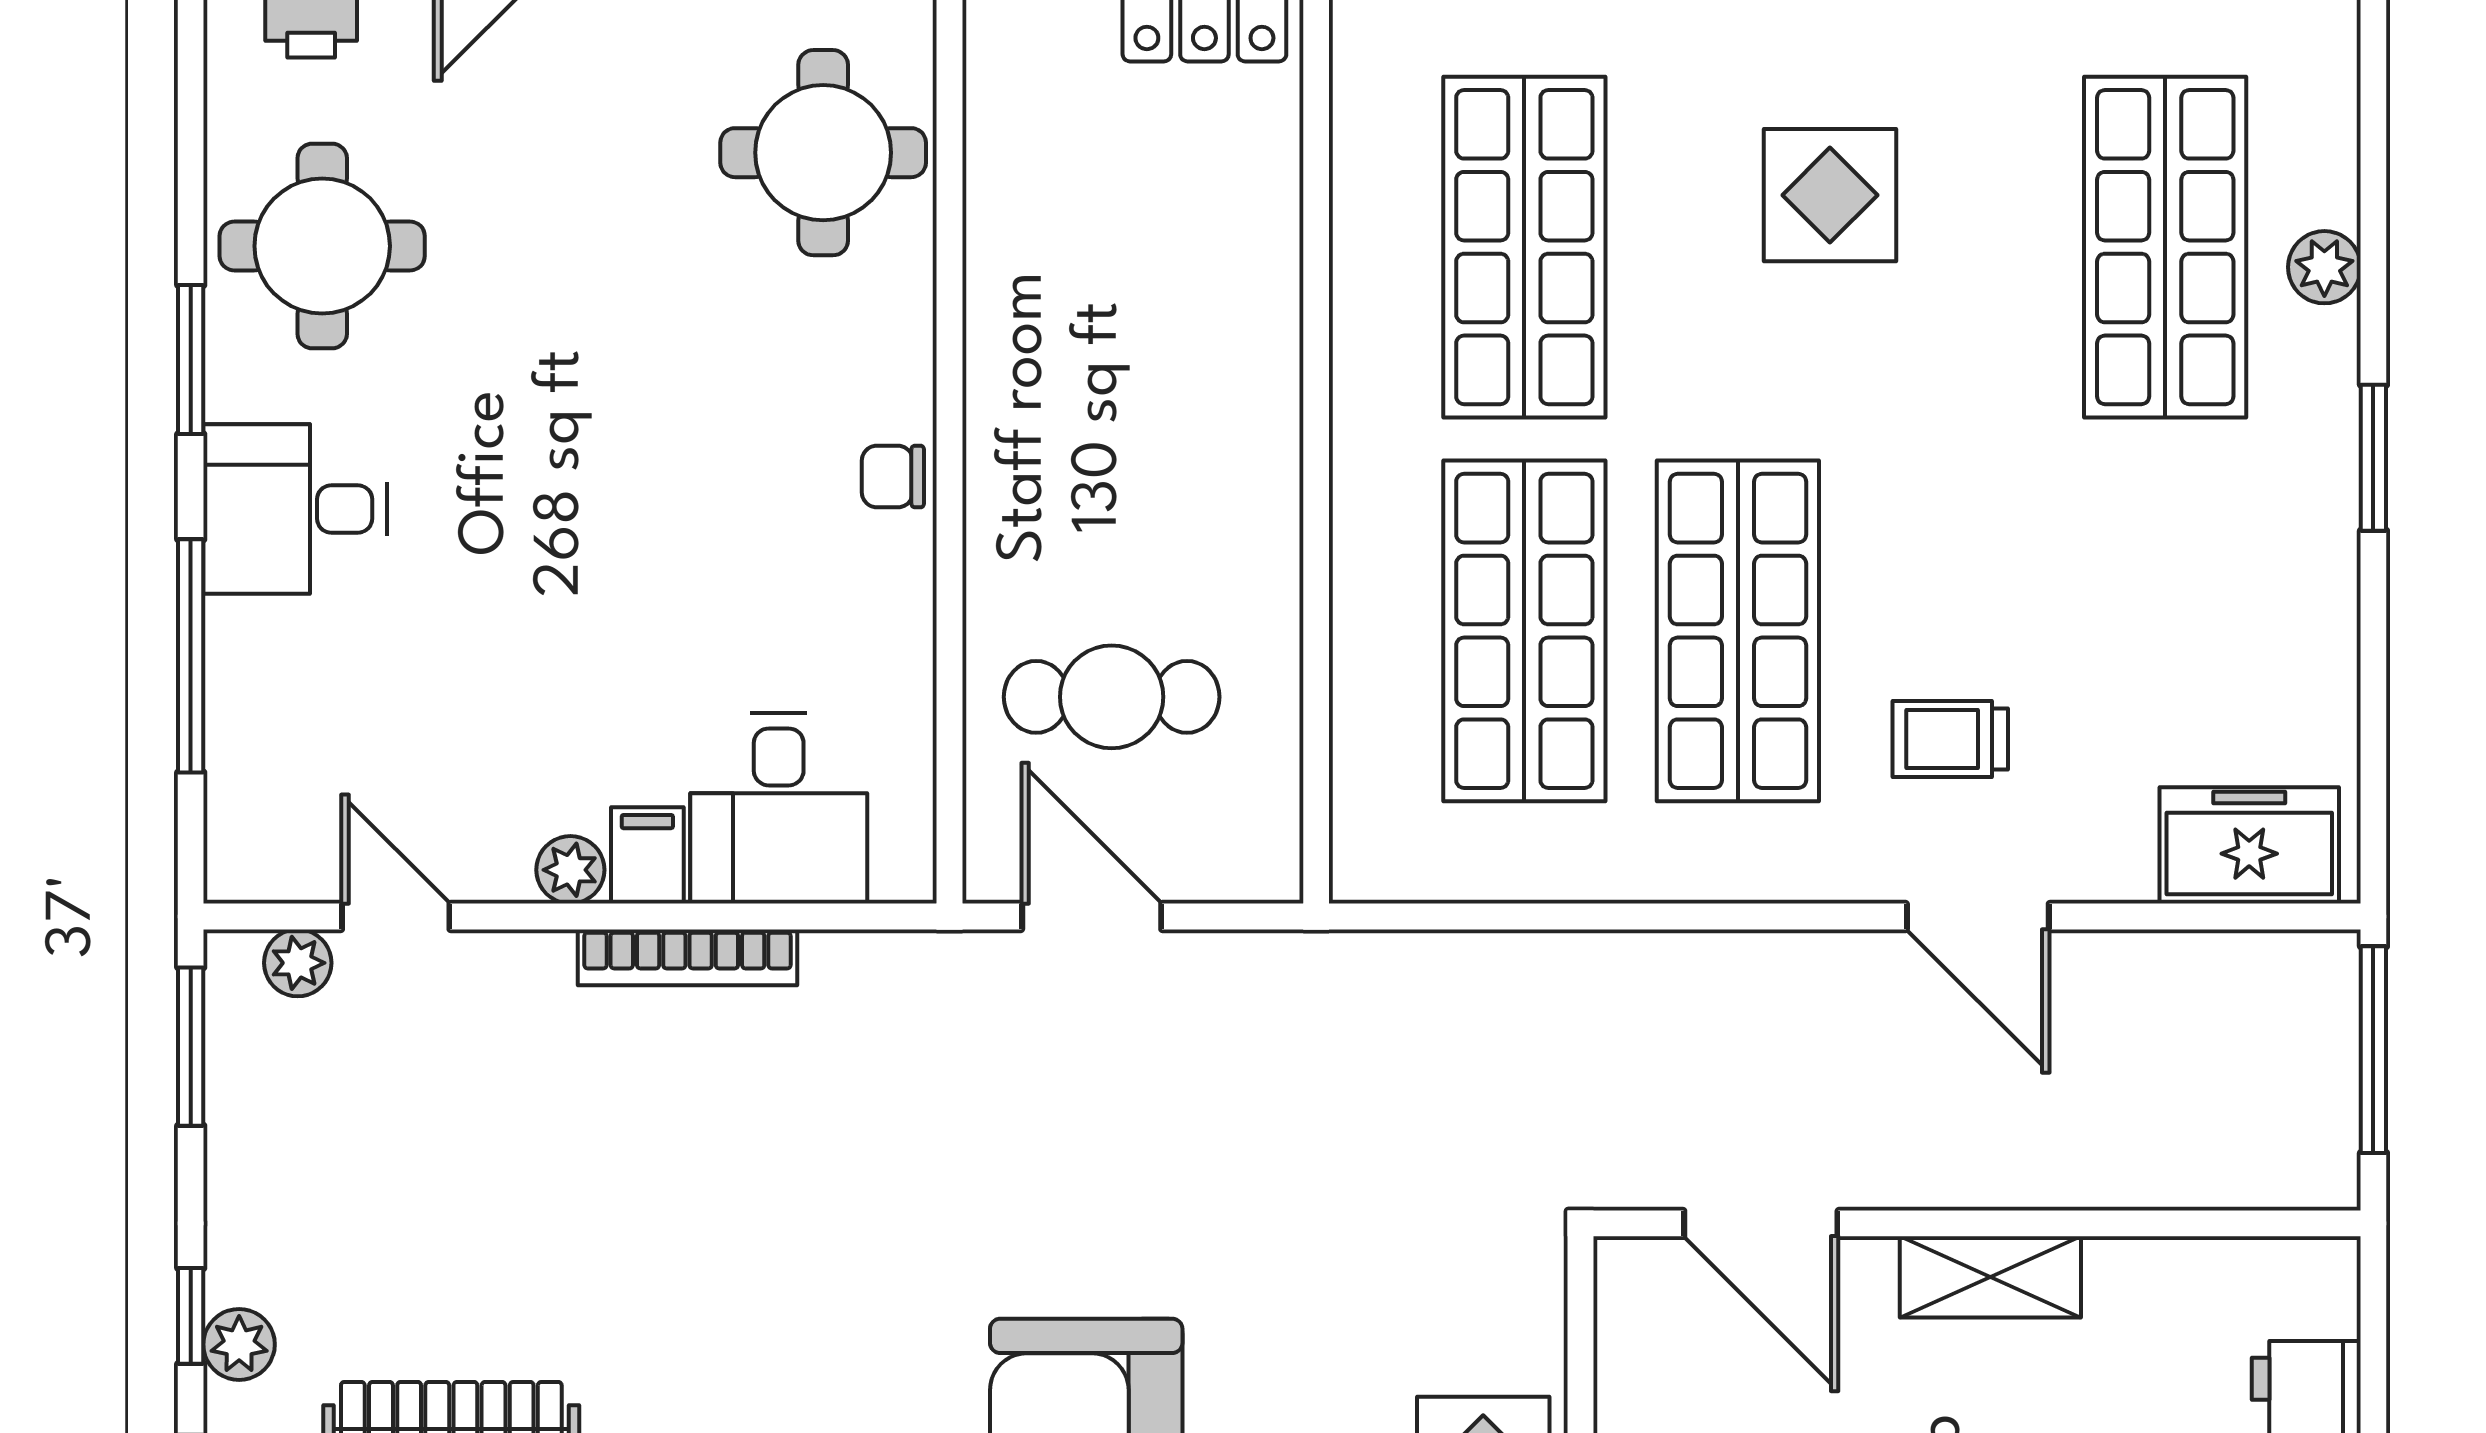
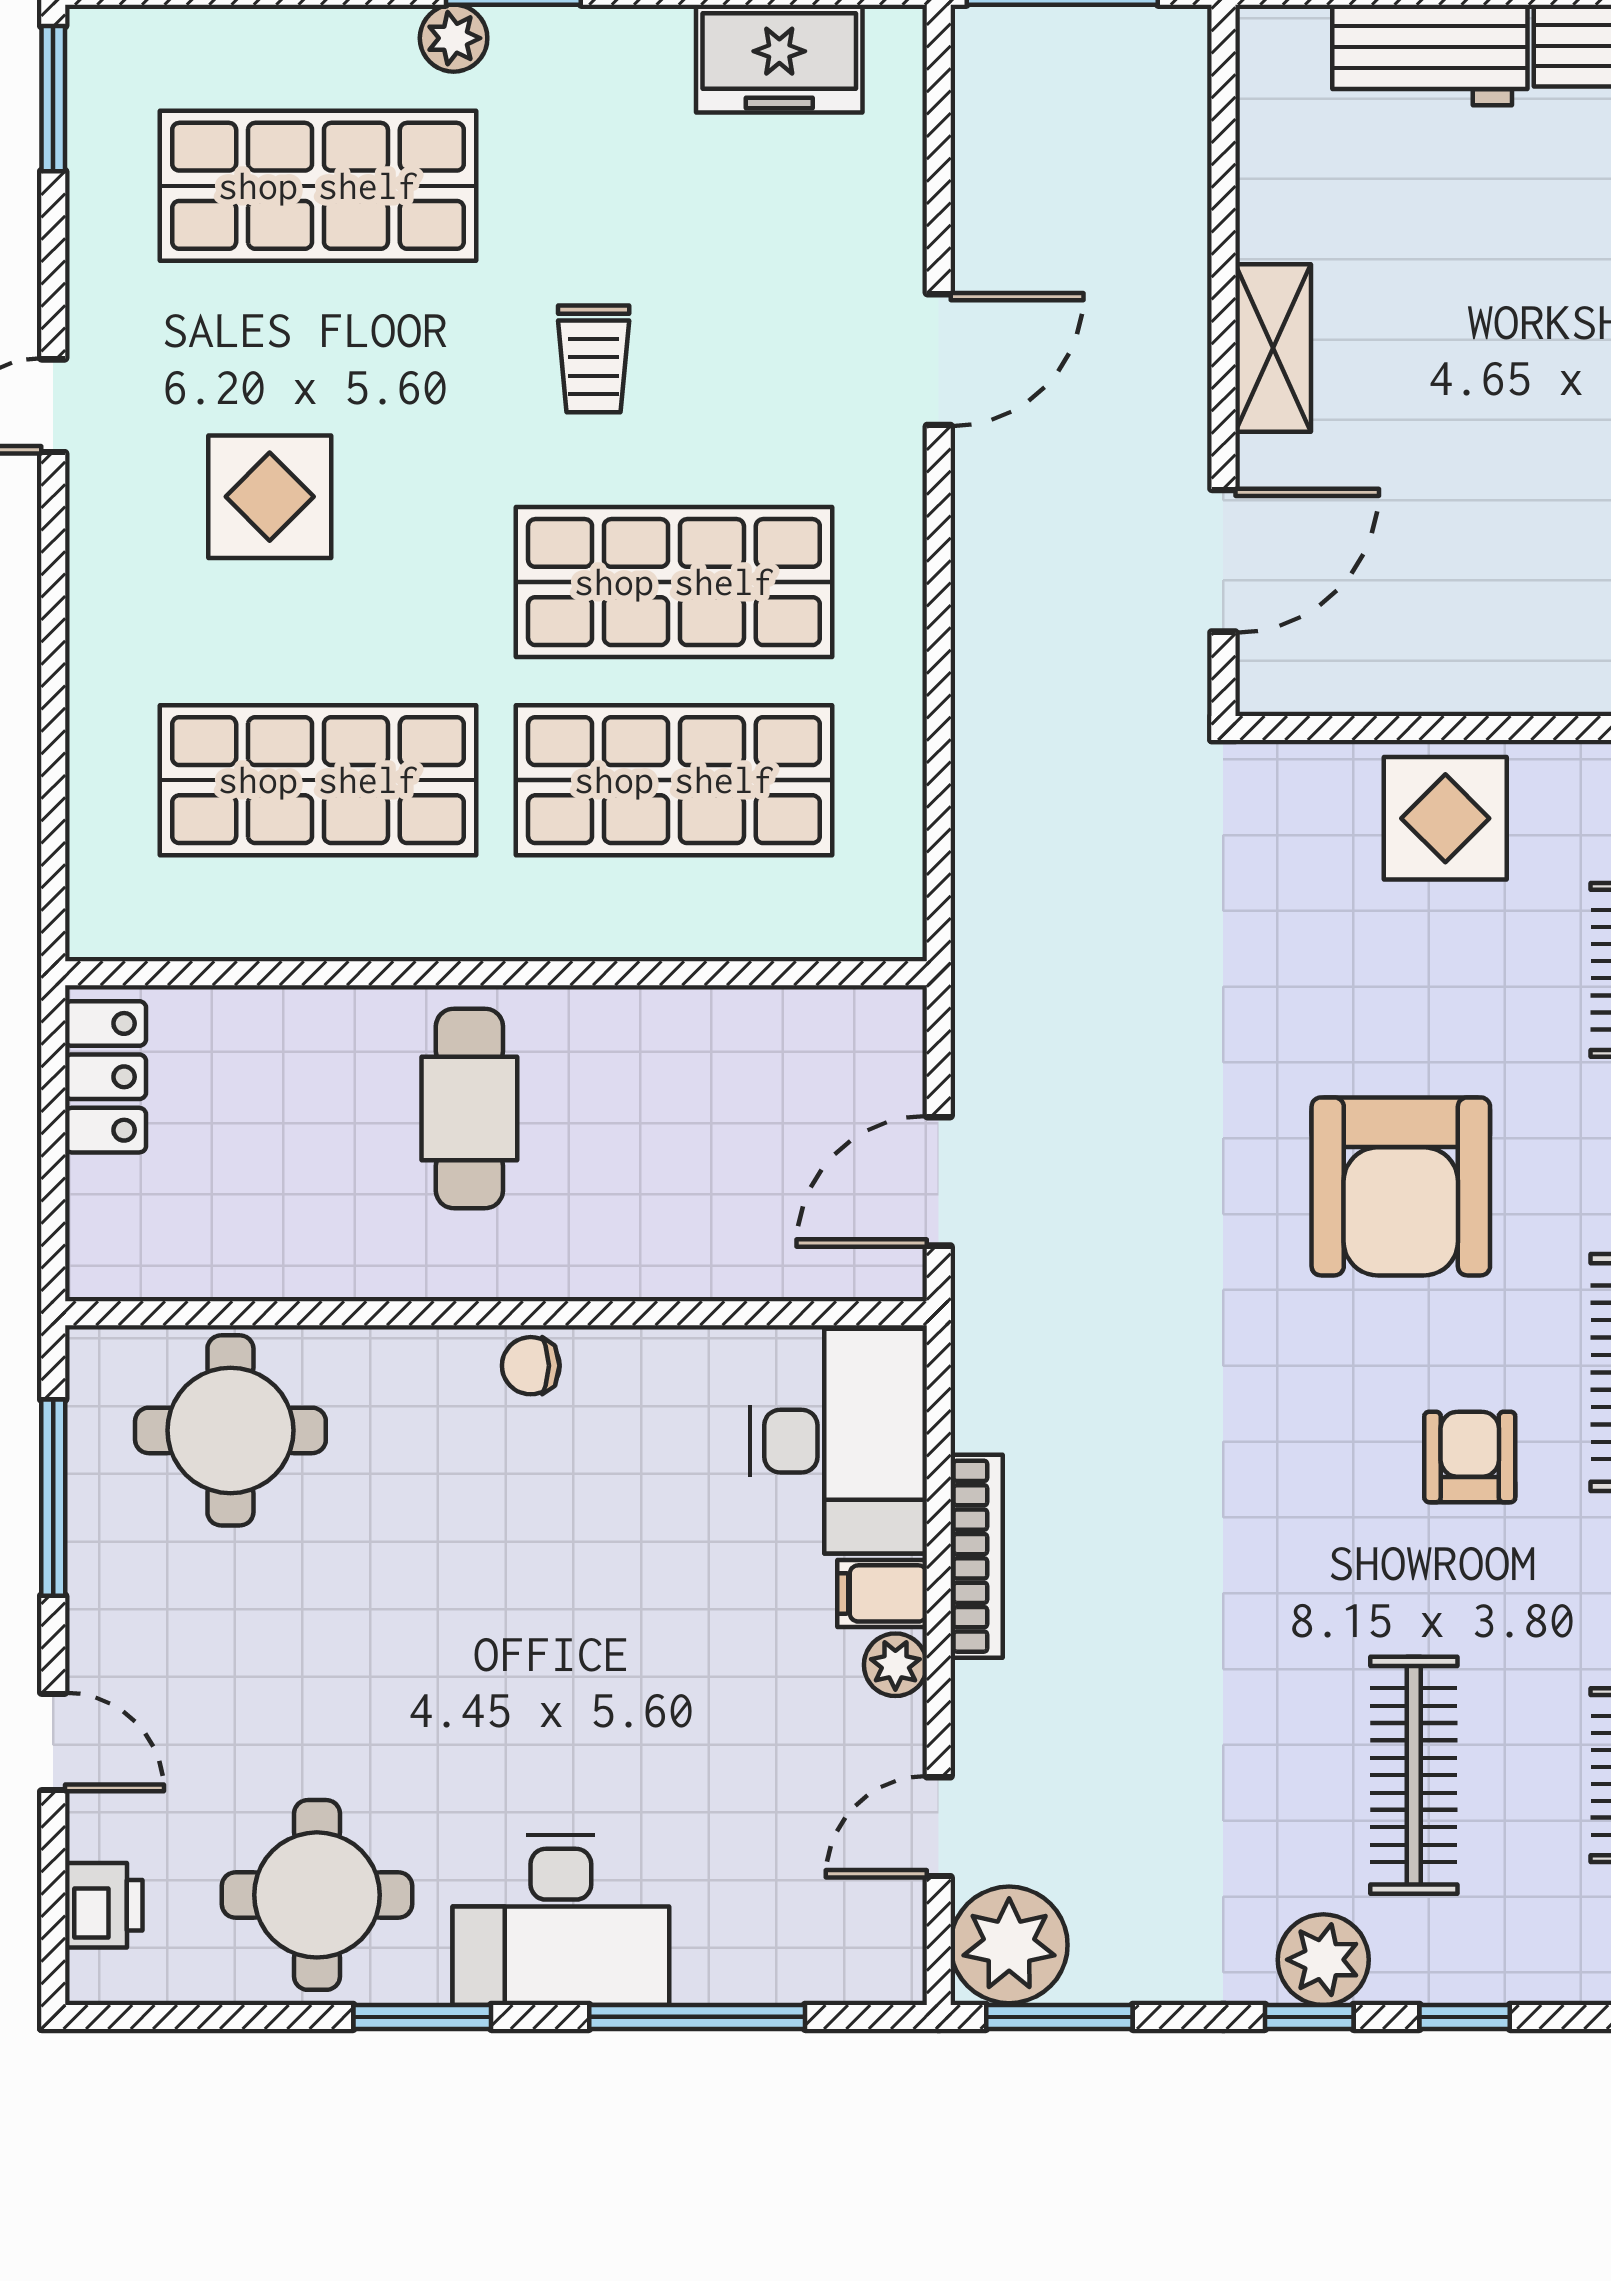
plant: (2324, 267) -> (454, 38), moved
chair: (893, 477) -> (531, 1366), turned 90
desk: (295, 509) -> (561, 1920), width x1.37
cafe table: (1112, 697) -> (469, 1108), moved
trolley: (1950, 739) -> (594, 359), moved
desk: (779, 808) -> (839, 1441), width x1.37
freezer: (2249, 845) -> (779, 59), moved, turned -90
plant: (298, 963) -> (1009, 1945), width x1.88, depth x1.88
plant: (239, 1344) -> (1323, 1960), width x1.38, depth x1.38

